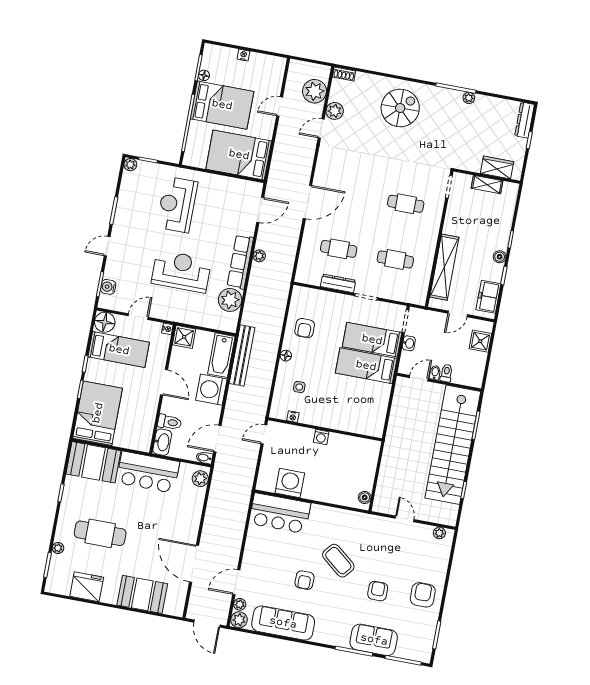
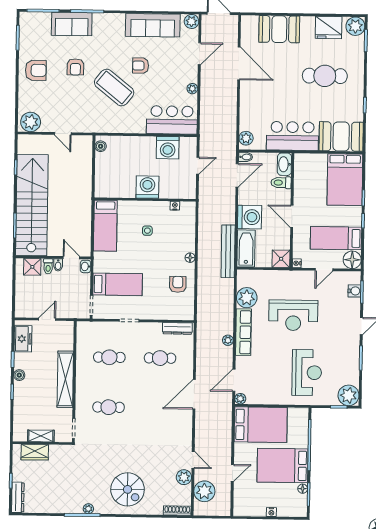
shoe rack: (344, 74) -> (177, 511), width x1.43
plant: (469, 98) -> (88, 509), moved
spiral stairs: (400, 108) -> (128, 489), turned -90
door: (321, 129) -> (193, 460), hinge flipped
plant: (130, 165) -> (349, 395), width x1.87, depth x1.87
plant: (257, 188) -> (240, 399), added
shelving: (444, 267) -> (65, 379), moved
dresser: (338, 283) -> (177, 328), moved
shower: (480, 341) -> (32, 267), moved
washbasin: (409, 343) -> (85, 266), moved
bed: (366, 366) -> (105, 226), moved, turned 90
door: (419, 378) -> (71, 258), swing flipped
side table: (299, 387) -> (147, 231), moved
door: (264, 434) -> (198, 166), moved
washing machine: (321, 437) -> (147, 187), width x1.89, depth x1.89
plant: (439, 533) -> (31, 122), width x1.88, depth x1.88
plant: (58, 548) -> (355, 26), moved, width x1.87, depth x1.87
coffee table: (338, 561) -> (114, 88), width x1.36, depth x1.32
armchair: (305, 580) -> (141, 66), turned -90
armchair: (423, 595) -> (36, 70), turned -90
plant: (240, 604) -> (192, 89), moved

